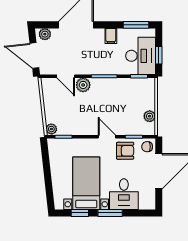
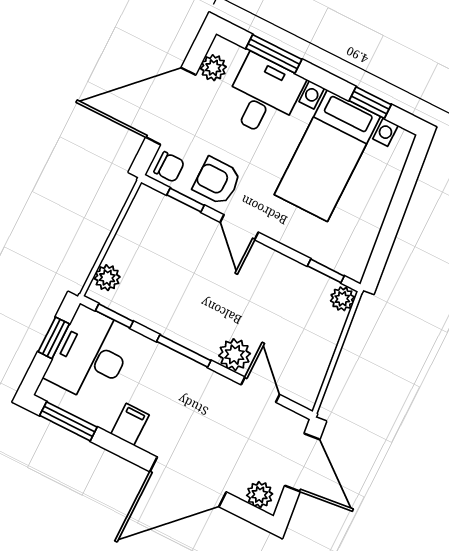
plant: (150, 116) -> (107, 278), moved
plant: (149, 195) -> (213, 68), added
window: (110, 213) -> (274, 54), moved

